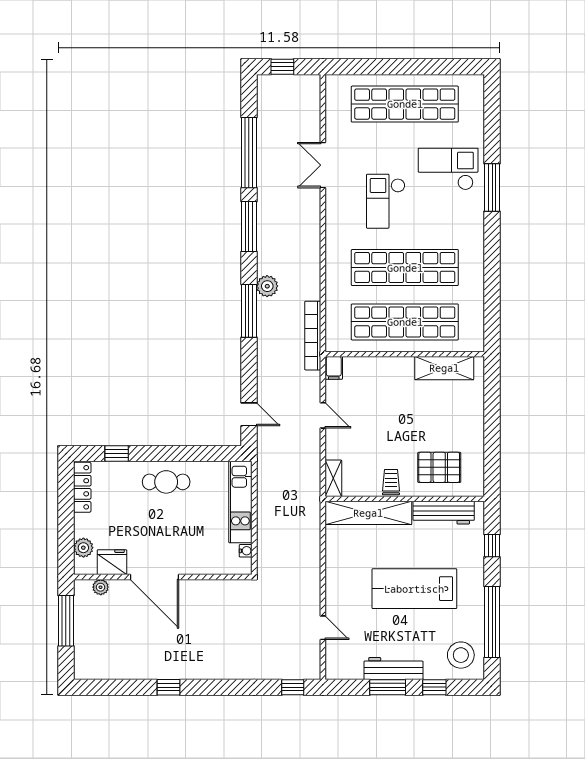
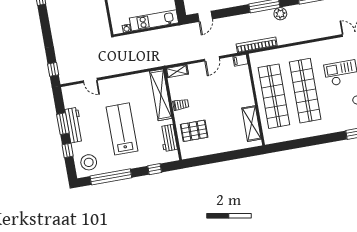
pallet: (439, 467) -> (194, 131), turned 90
workbench: (444, 513) -> (169, 138), width x0.73
door: (323, 628) -> (90, 80), hinge flipped

